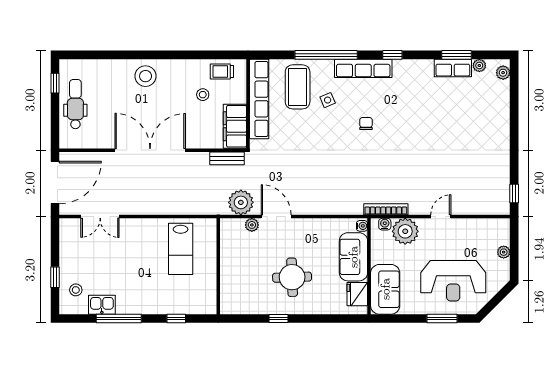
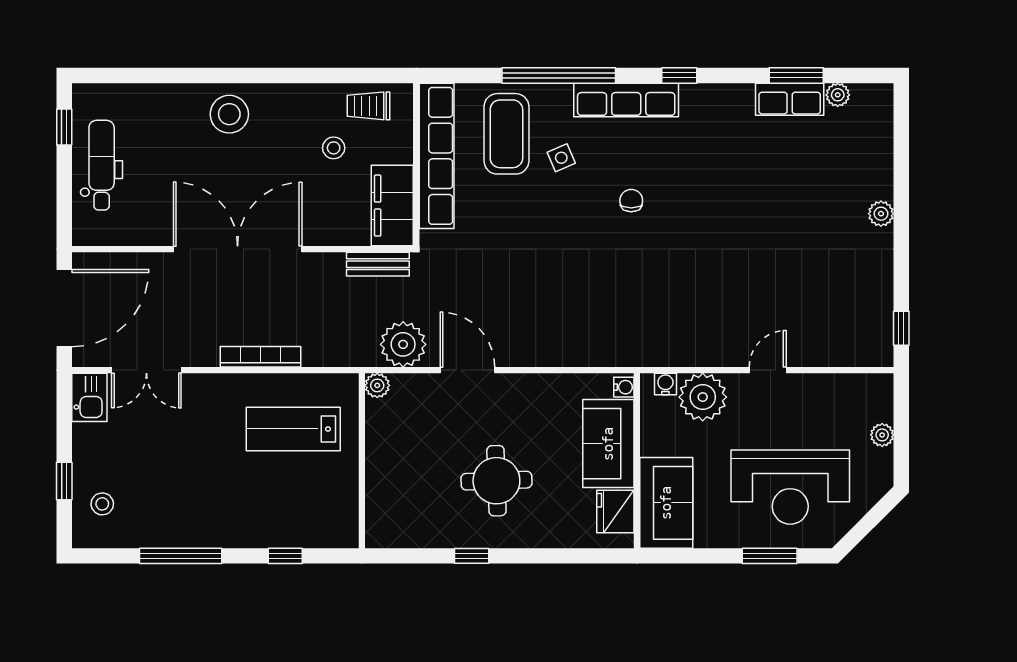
plant: (503, 73) -> (881, 214), moved
bookcase: (386, 209) -> (260, 357), moved
plant: (252, 225) -> (377, 385), moved
lab bench: (181, 249) -> (293, 429), turned 90
kitchen sink: (102, 305) -> (89, 397), moved, turned 90

